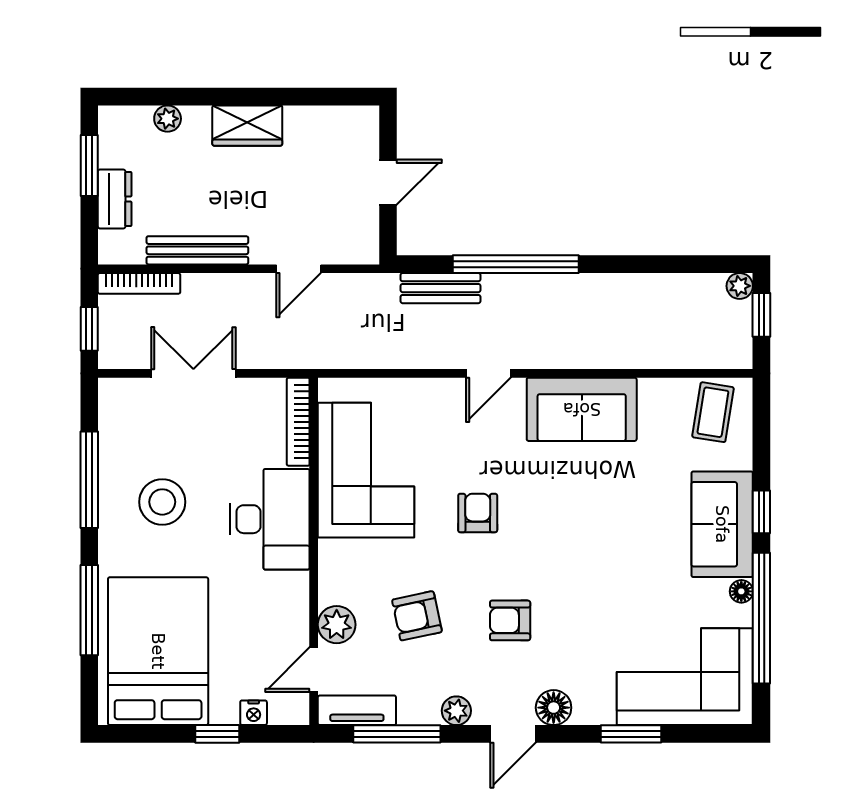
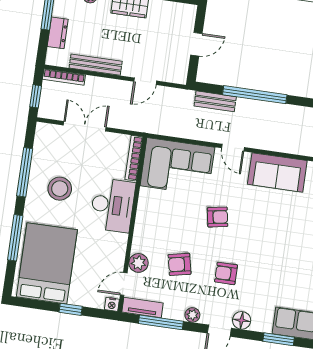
door: (488, 373) -> (233, 148), hinge flipped
corner sofa: (366, 470) -> (177, 166), moved, turned 90
armchair: (478, 513) -> (218, 217), turned 80
nightstand: (254, 713) -> (112, 304), moved

